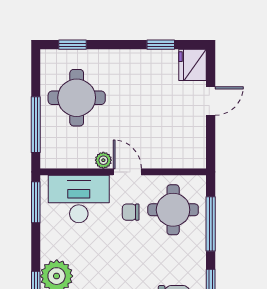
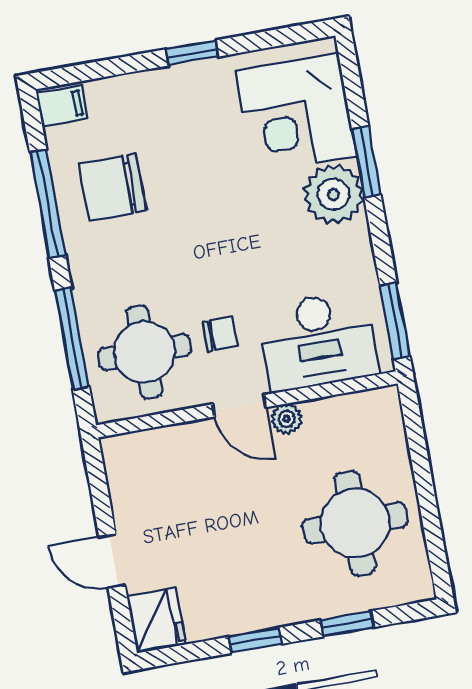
window: (72, 45) -> (347, 624), moved
window: (161, 45) -> (255, 640), moved
door: (211, 101) -> (112, 561), hinge flipped
window: (36, 125) -> (420, 461), removed

